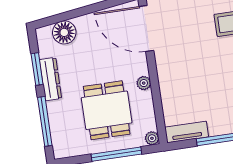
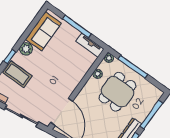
plant: (144, 83) -> (98, 74), moved

